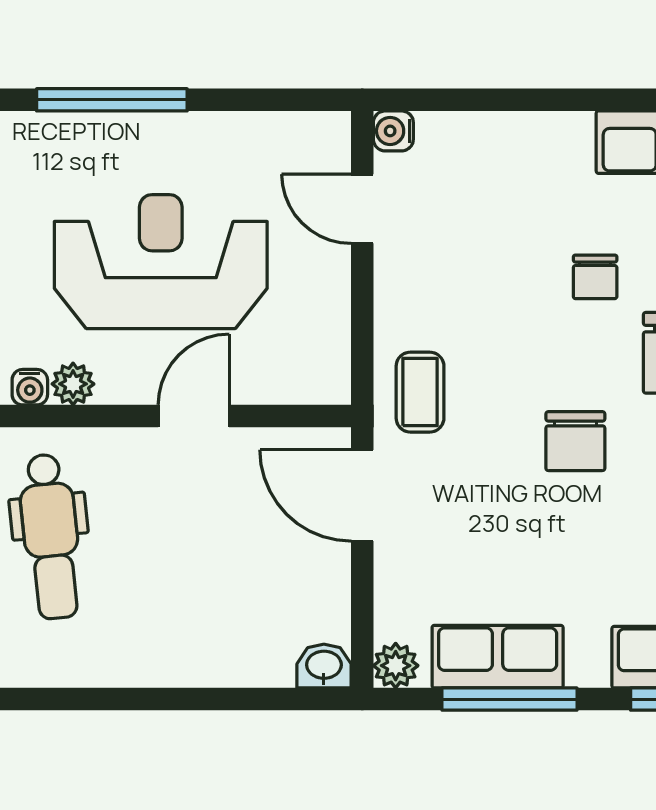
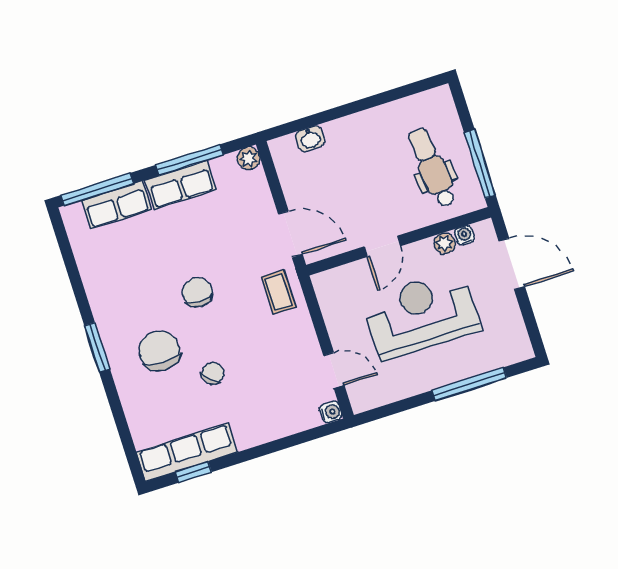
reception desk: (161, 262) -> (421, 315), turned 180
chair: (595, 277) -> (213, 373), turned 44
row of seats: (498, 657) -> (181, 185), moved
washbasin: (324, 666) -> (310, 139), moved

